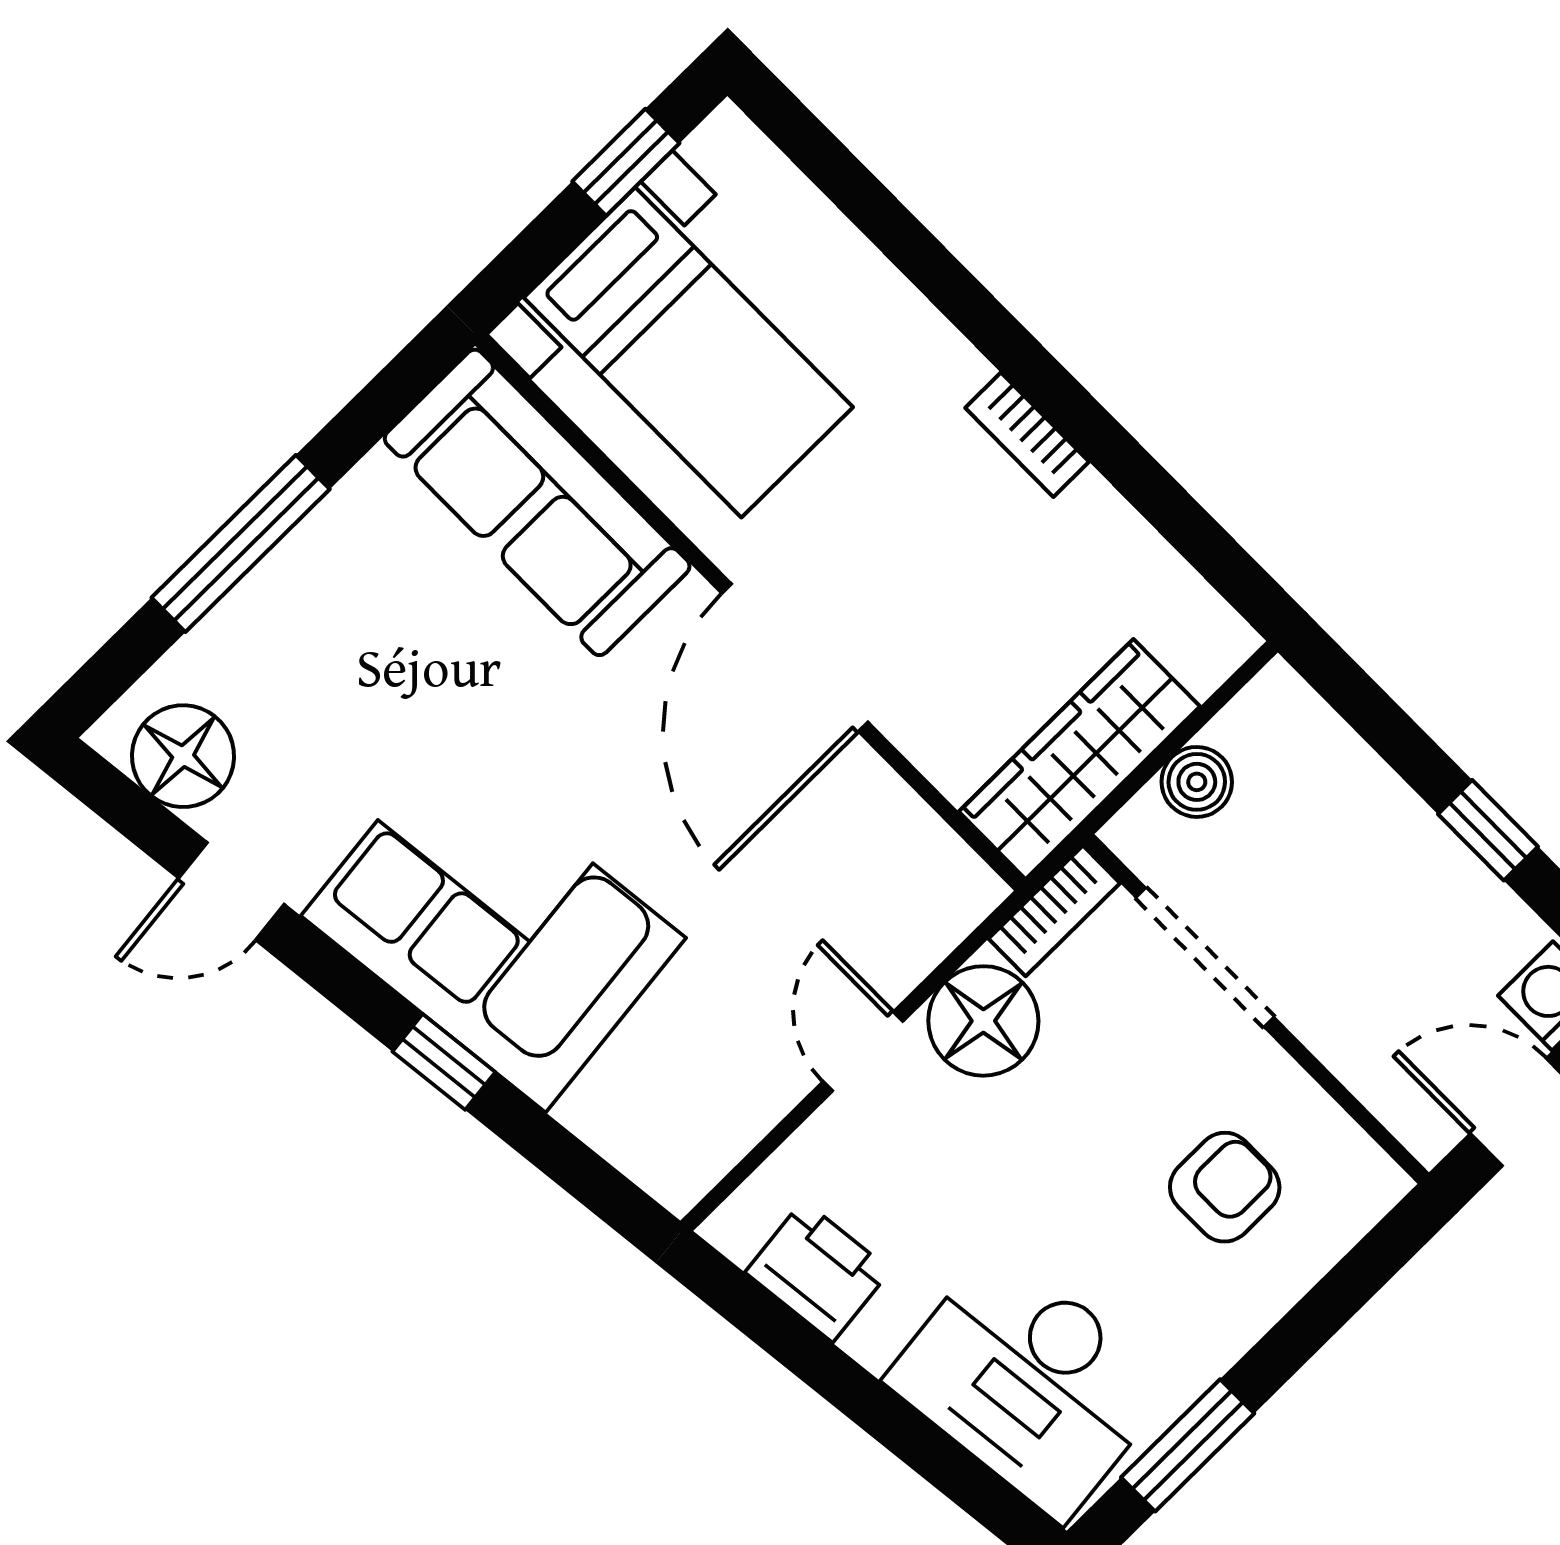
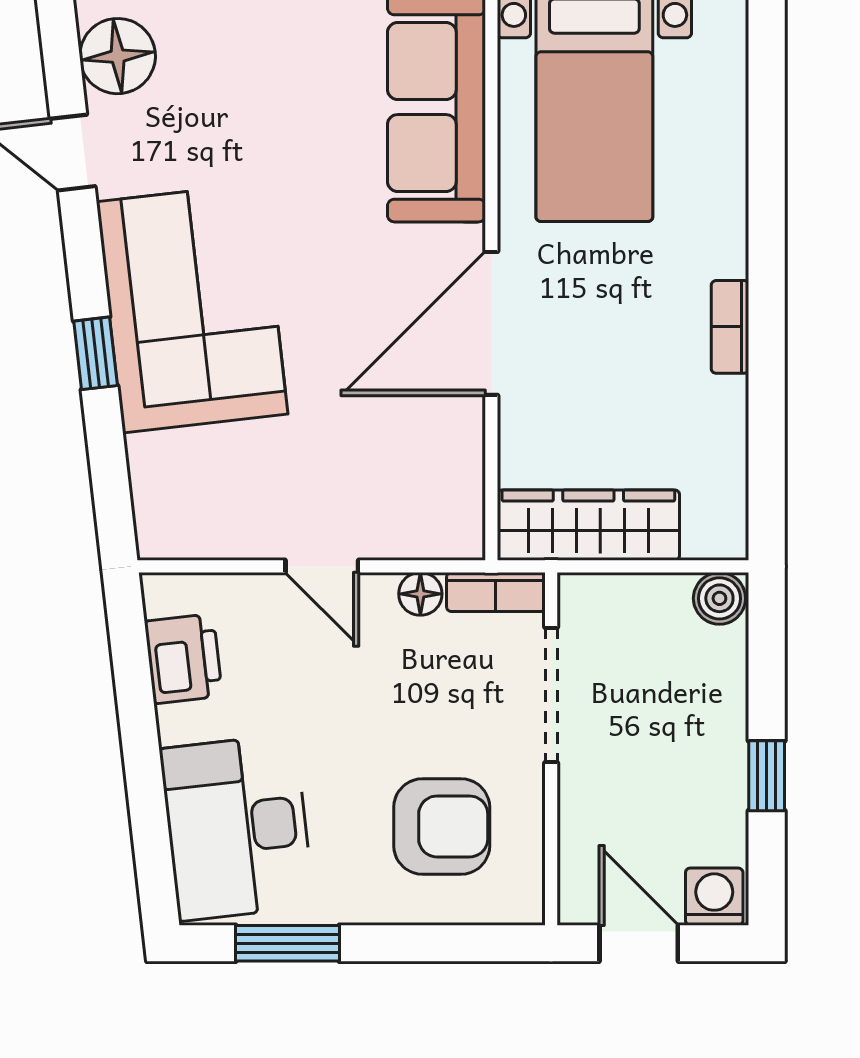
boiler: (1197, 782) -> (719, 598), moved
floor lamp: (983, 1021) -> (420, 594), width x0.53, depth x0.53
door: (863, 1051) -> (322, 566), swing flipped
armchair: (1225, 1187) -> (442, 826), width x1.38, depth x1.38

